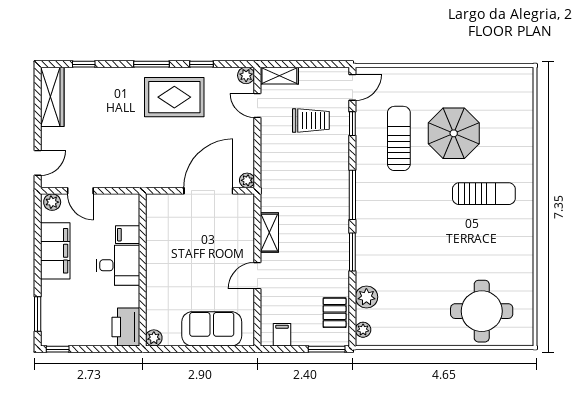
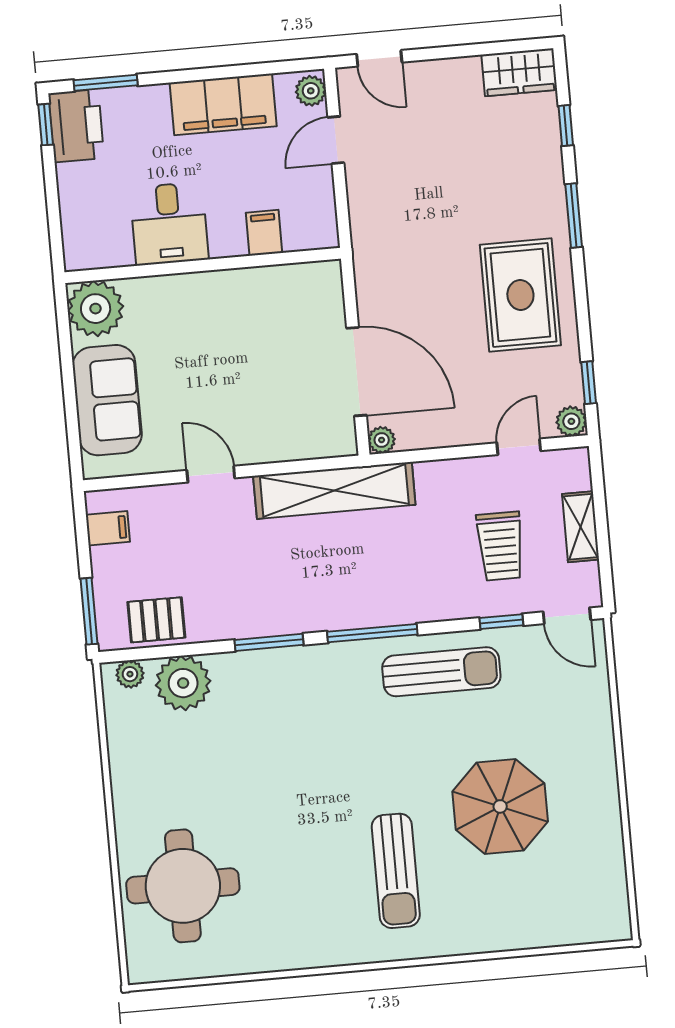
window: (152, 64) -> (574, 216), moved
window: (202, 64) -> (589, 383), moved
shelving: (279, 76) -> (581, 527), moved
wardrobe: (52, 97) -> (519, 72), width x0.67
sun lounger: (399, 138) -> (441, 672), moved
shelving: (269, 233) -> (334, 490), width x2.20, depth x1.33
desk: (118, 265) -> (169, 224), moved
plant: (366, 297) -> (183, 683), width x1.36, depth x1.36
printer: (126, 327) -> (76, 126), moved, turned 90
plant: (154, 338) -> (96, 309), width x1.88, depth x1.88

